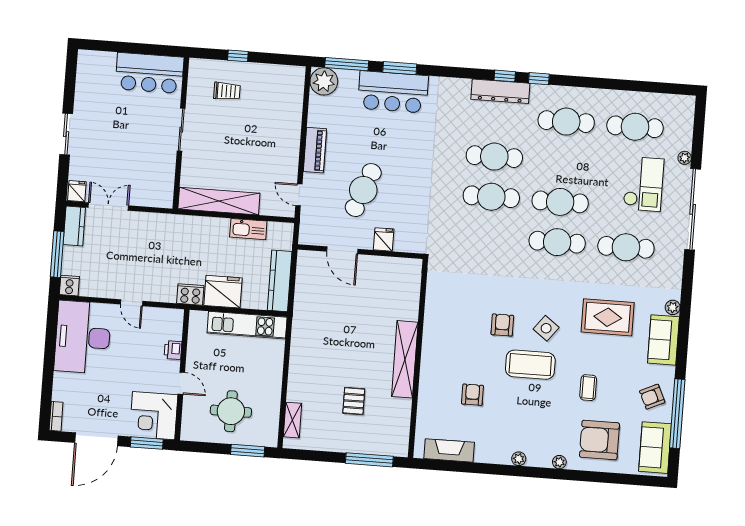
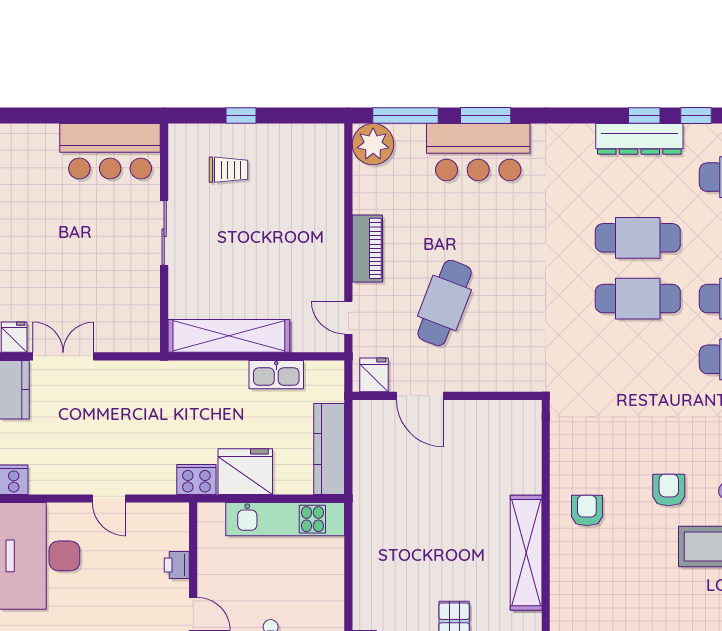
fridge: (384, 239) -> (374, 375), moved
armchair: (472, 395) -> (587, 510), moved

